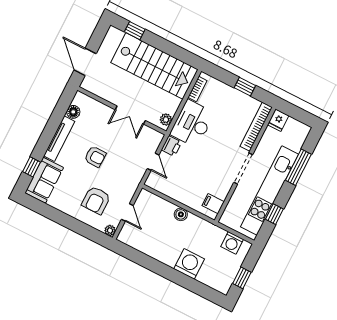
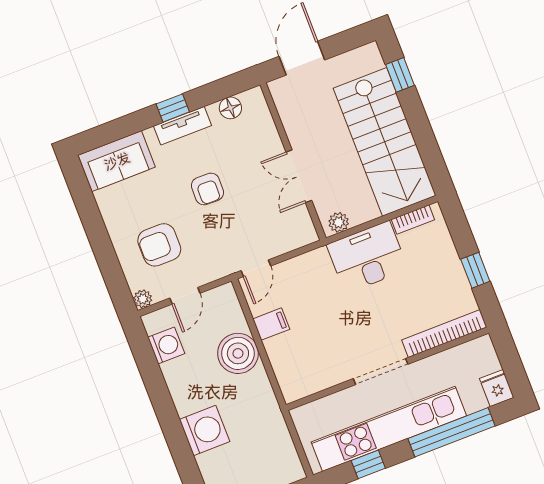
fridge: (278, 120) -> (497, 388), moved, turned 90
tv unit: (59, 139) -> (182, 126), width x0.71
printer: (171, 146) -> (316, 262), removed
door: (153, 162) -> (256, 268), moved
window: (32, 167) -> (173, 108), moved
window: (298, 167) -> (451, 432), width x1.46
filing cabinet: (213, 204) -> (271, 324), moved, turned 90
boiler: (181, 214) -> (238, 353), width x1.86, depth x1.86
washing machine: (232, 243) -> (166, 345), moved, turned 180

